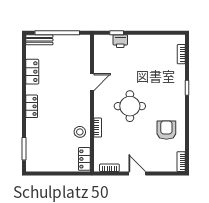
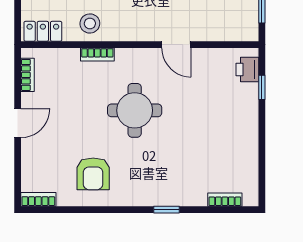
printer: (120, 41) -> (247, 69), moved
armchair: (166, 130) -> (93, 174), turned 90

